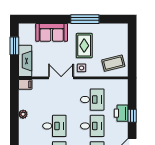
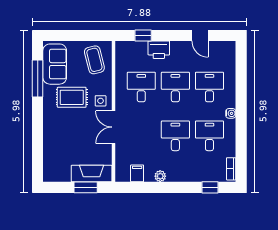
window: (85, 19) -> (38, 79), moved
sofa: (52, 32) -> (55, 64), moved
window: (14, 46) -> (86, 187), moved
filing cabinet: (25, 84) -> (137, 173), moved
window: (132, 116) -> (143, 35), moved

